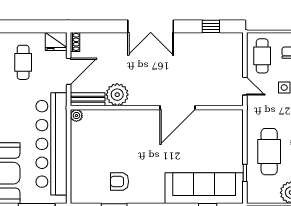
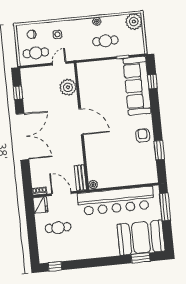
double door: (151, 26) -> (22, 137), width x1.36
plant: (117, 95) -> (68, 87), moved
door: (177, 108) -> (81, 122), moved
cafe table: (269, 152) -> (105, 41), width x0.73, depth x0.74
armchair: (120, 181) -> (143, 136), moved, turned 180

